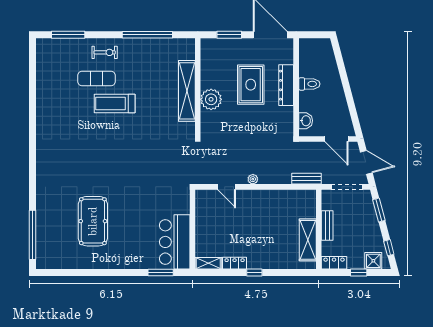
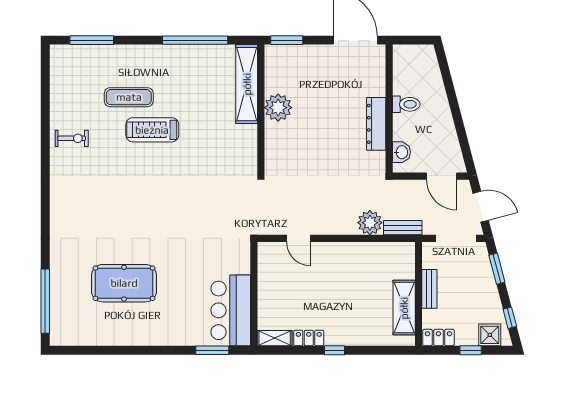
window: (229, 35) -> (287, 40), moved
exercise bike: (105, 52) -> (72, 138), moved
rug: (251, 85) -> (330, 105), removed
dresser: (286, 85) -> (376, 124), moved
shelving: (187, 91) -> (247, 84), moved
plant: (211, 99) -> (278, 108), moved
plant: (253, 179) -> (370, 223), moved, width x1.88, depth x1.88
pool table: (93, 221) -> (124, 283), turned 90

